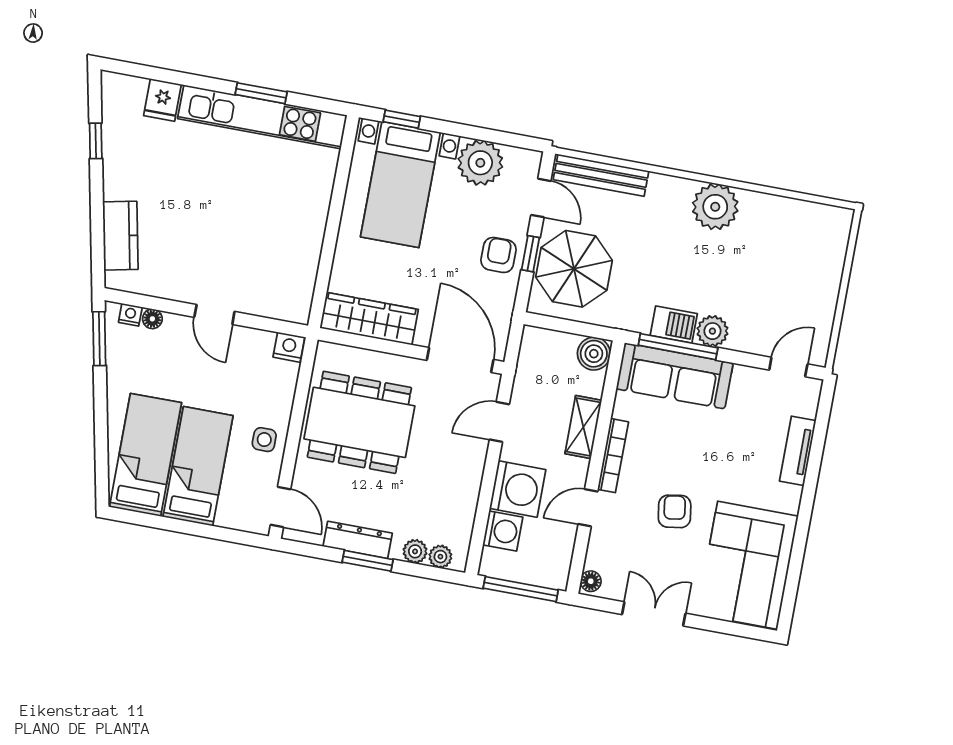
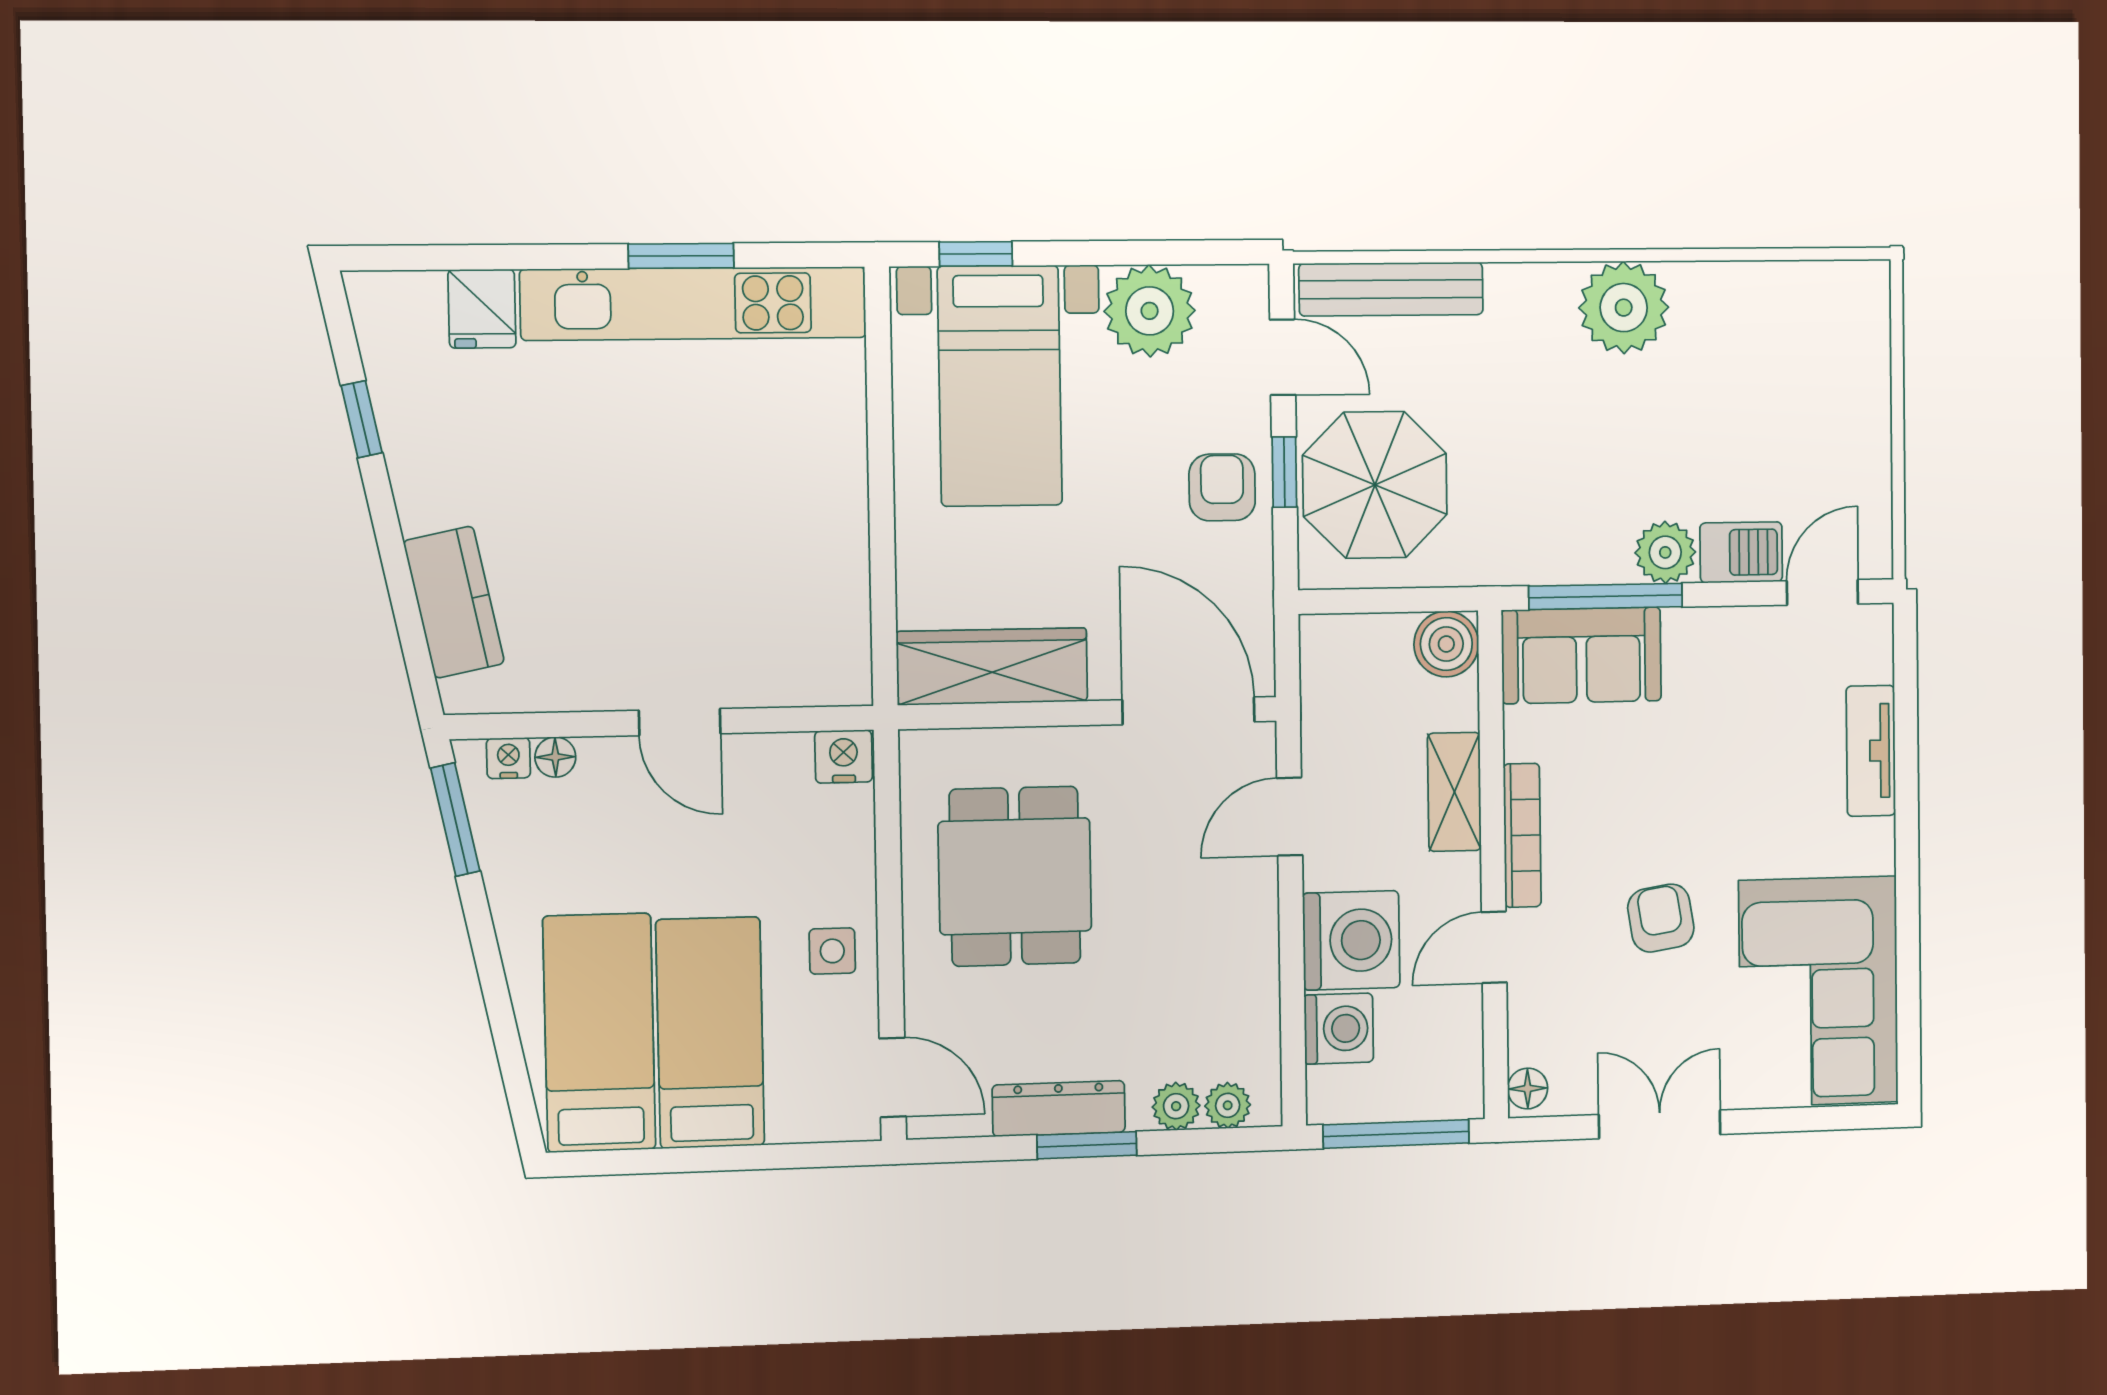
barbecue: (674, 325) -> (1741, 552), moved
sofa: (675, 376) -> (1581, 655), width x0.73
dining table: (359, 422) -> (1015, 876), width x0.73

